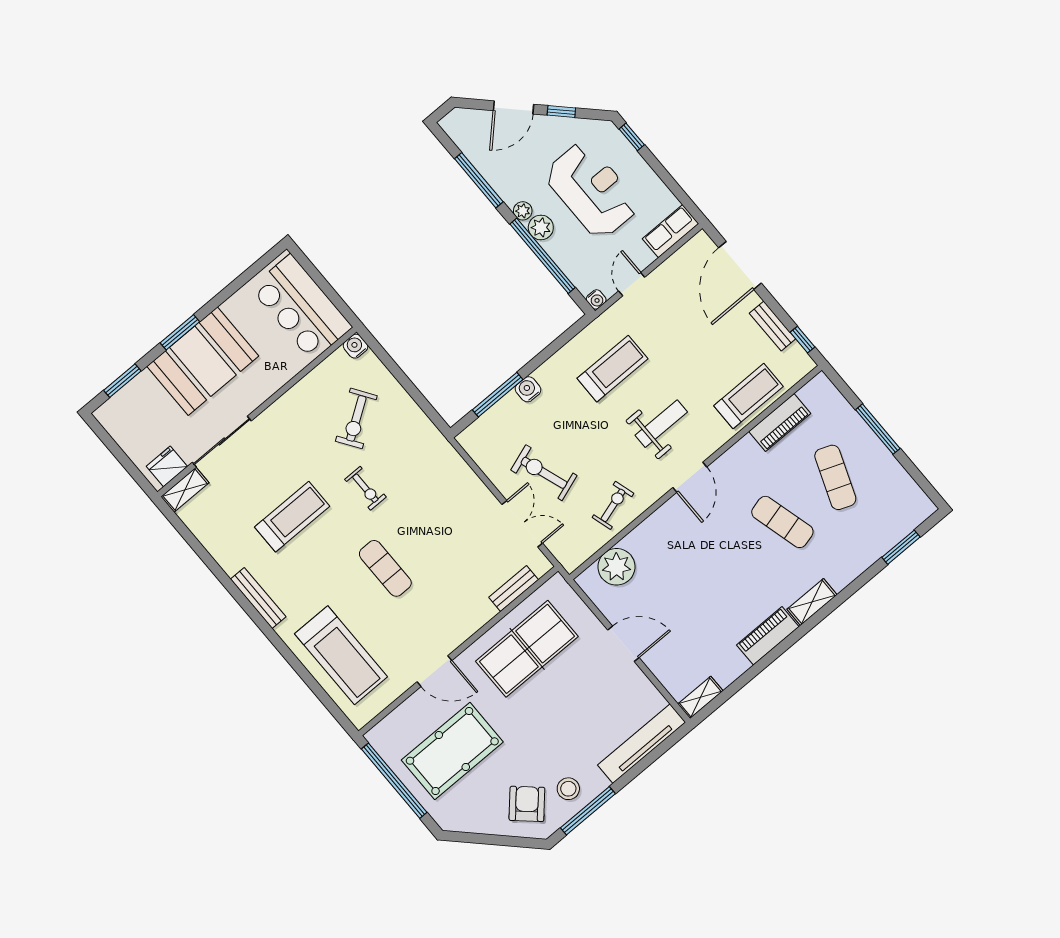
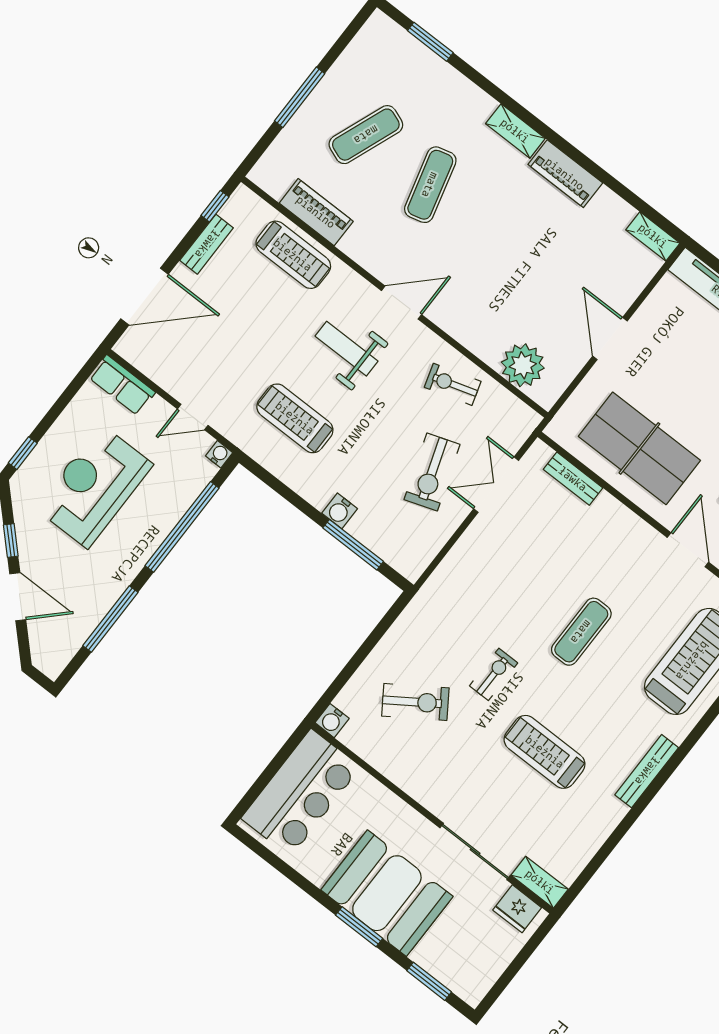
plant: (523, 211) -> (135, 561), removed
plant: (541, 227) -> (150, 536), removed
treadmill: (748, 396) -> (293, 255), turned 180

